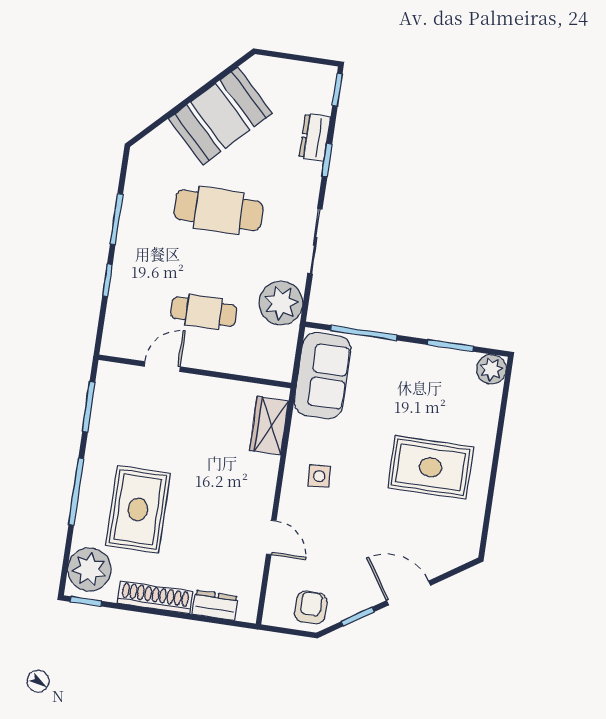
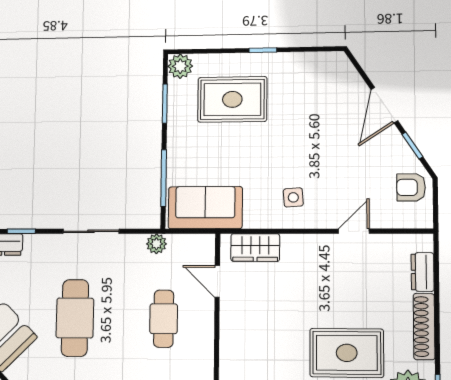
plant: (281, 303) -> (156, 244), width x0.53, depth x0.53
door: (162, 367) -> (217, 281), moved
window: (495, 466) -> (263, 50), added
rug: (431, 467) -> (232, 99), moved, turned 90

